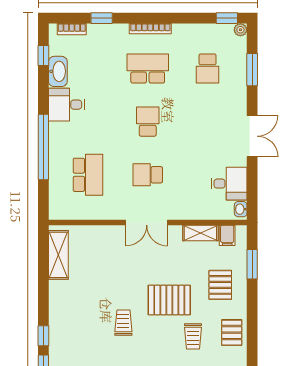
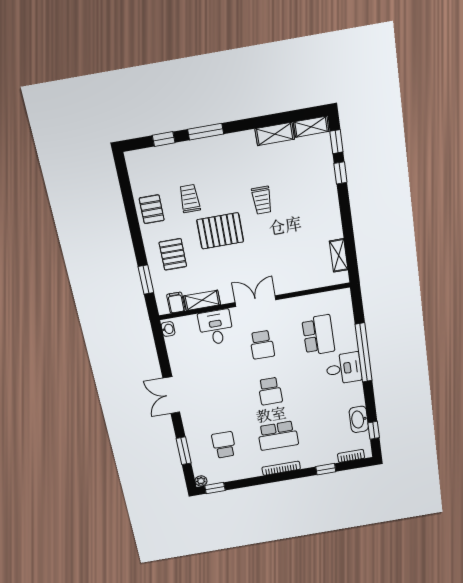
desk: (66, 105) -> (344, 368), moved
school desk: (88, 175) -> (318, 335), turned 180
school desk: (148, 175) -> (262, 345), turned 90
desk: (229, 184) -> (216, 327), moved, turned 90
shelving: (58, 255) -> (339, 255), width x0.67, depth x0.75

